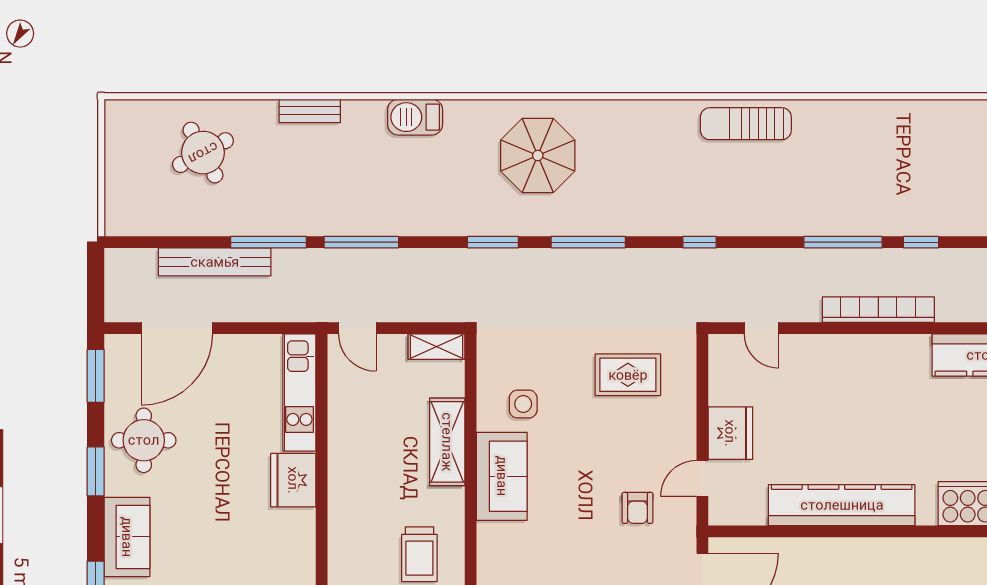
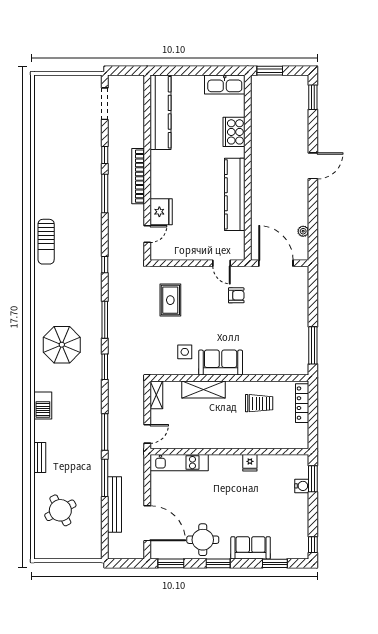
fridge: (730, 433) -> (161, 212), moved, turned 90
fridge: (293, 480) -> (250, 463), moved, width x0.53, depth x0.75

